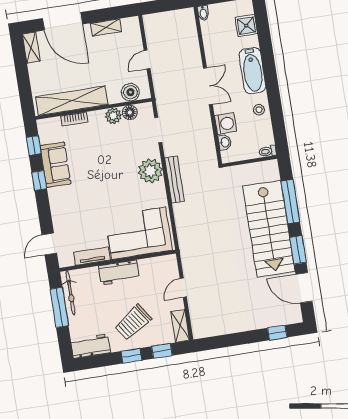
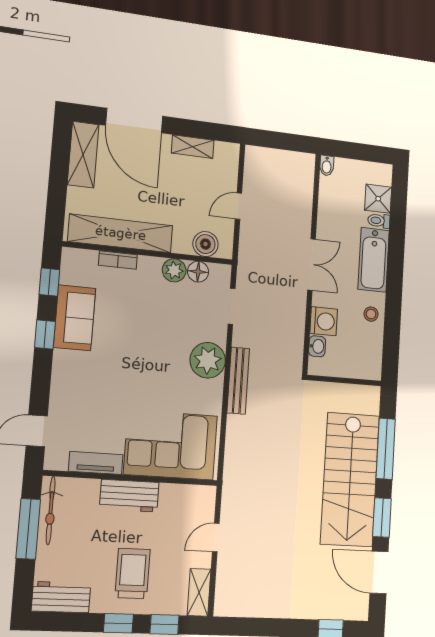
shelving: (31, 48) -> (83, 155), width x1.50, depth x1.33
toilet: (268, 151) -> (379, 221), moved
trolley: (133, 322) -> (133, 573), turned 124

